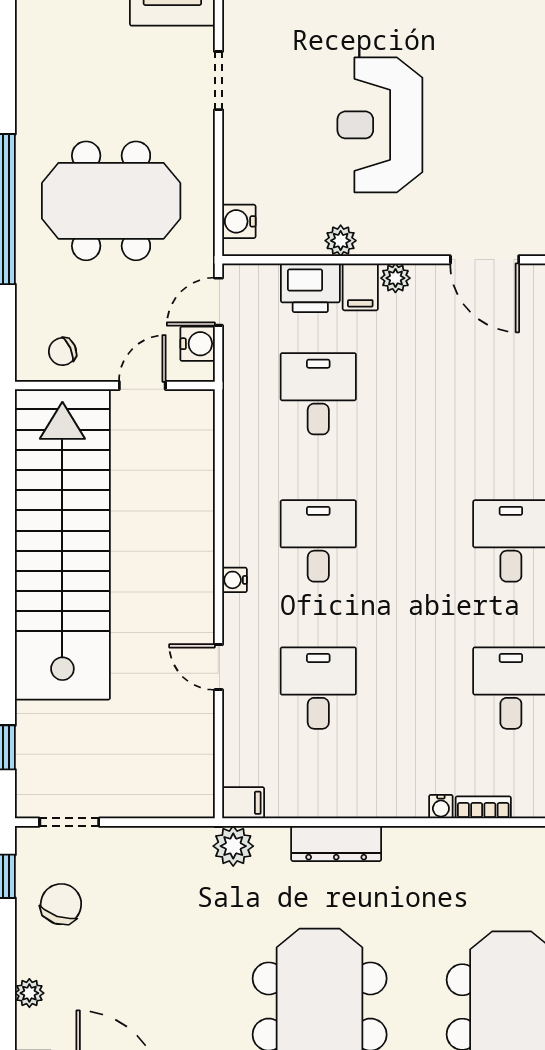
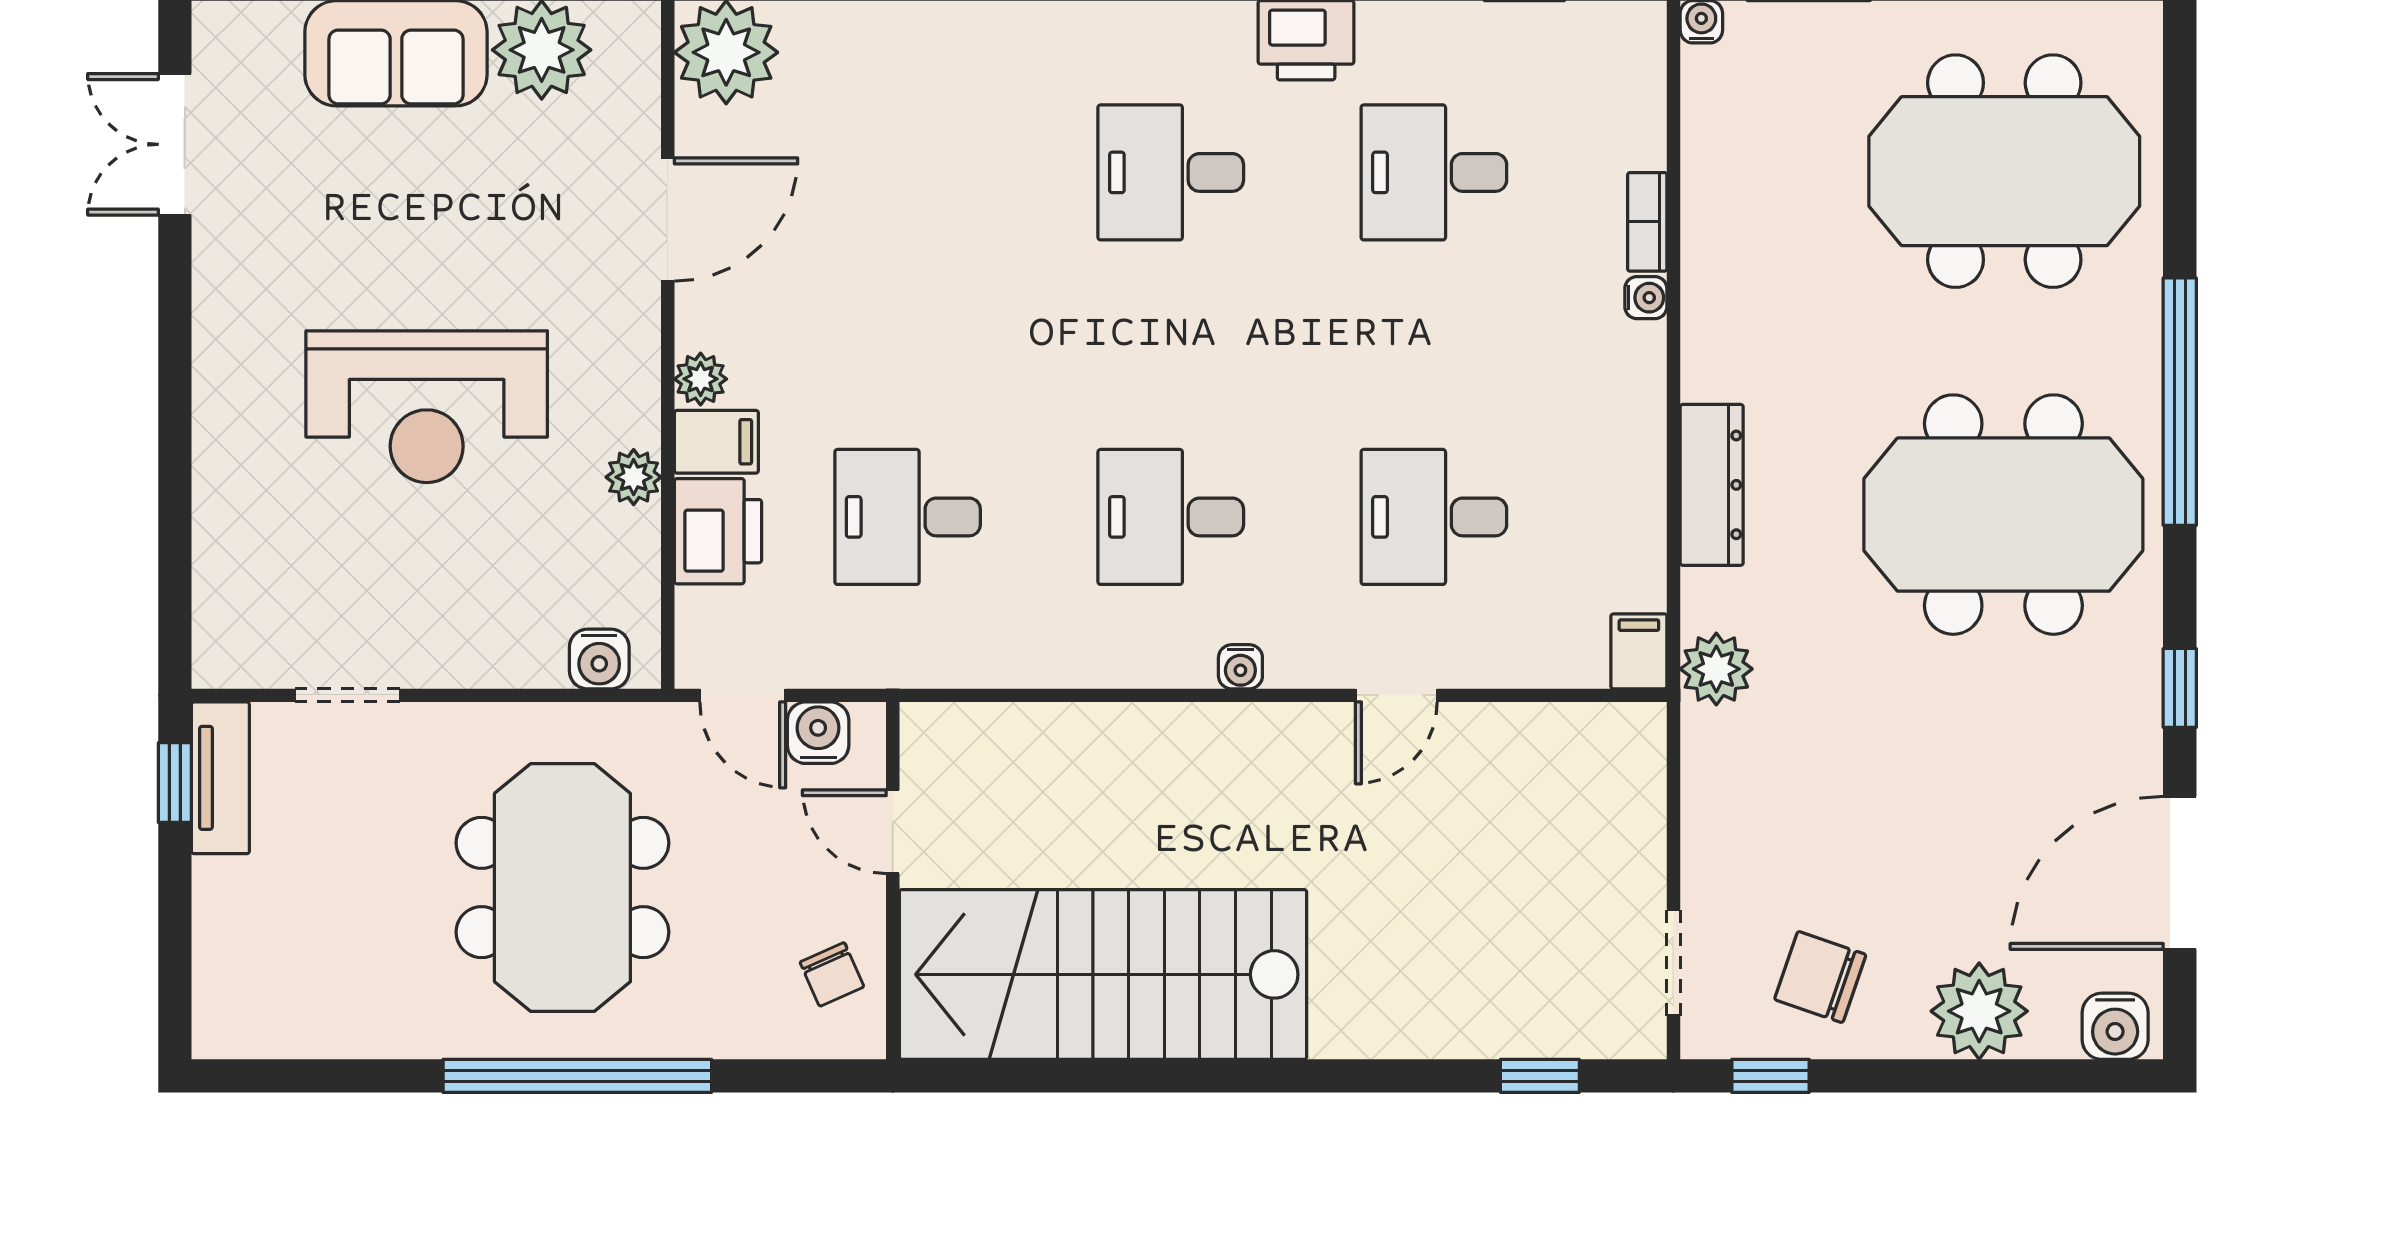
stairs: (62, 544) -> (1103, 974), width x0.73
plant: (29, 993) -> (1979, 1011), width x1.88, depth x1.88

